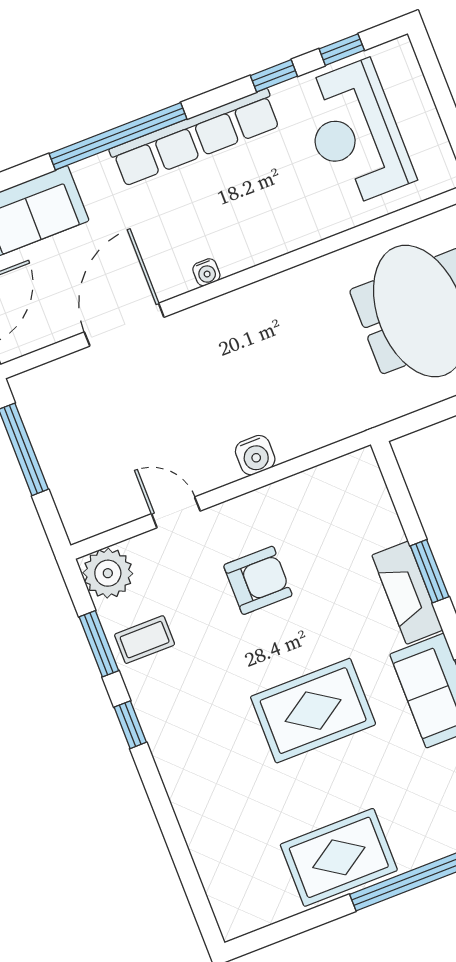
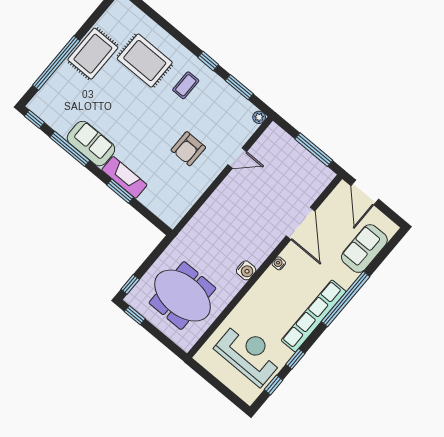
water cooler: (255, 455) -> (246, 270), moved, turned 180
plant: (108, 573) -> (259, 117), width x0.53, depth x0.53
coffee table: (145, 640) -> (186, 85), moved
rug: (313, 711) -> (145, 61), moved, turned 90

